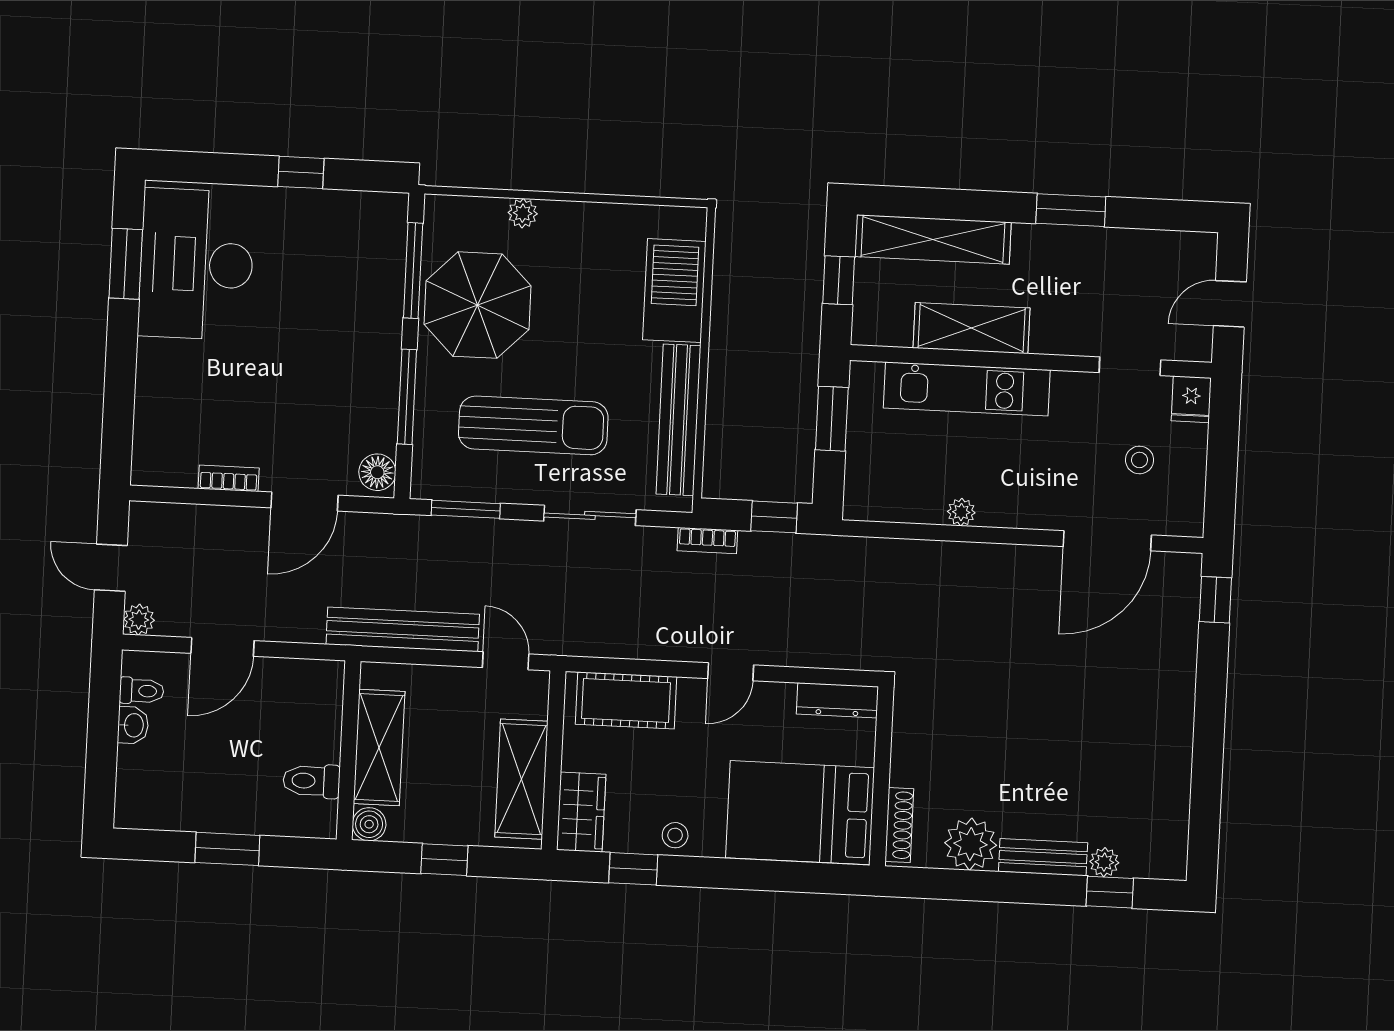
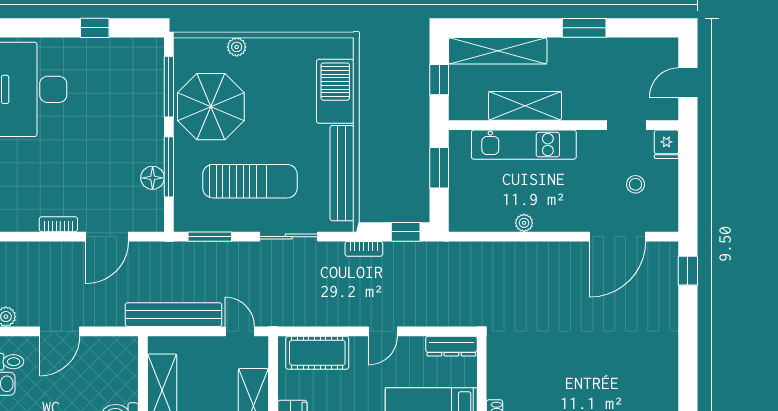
floor lamp: (377, 472) -> (153, 178), moved

